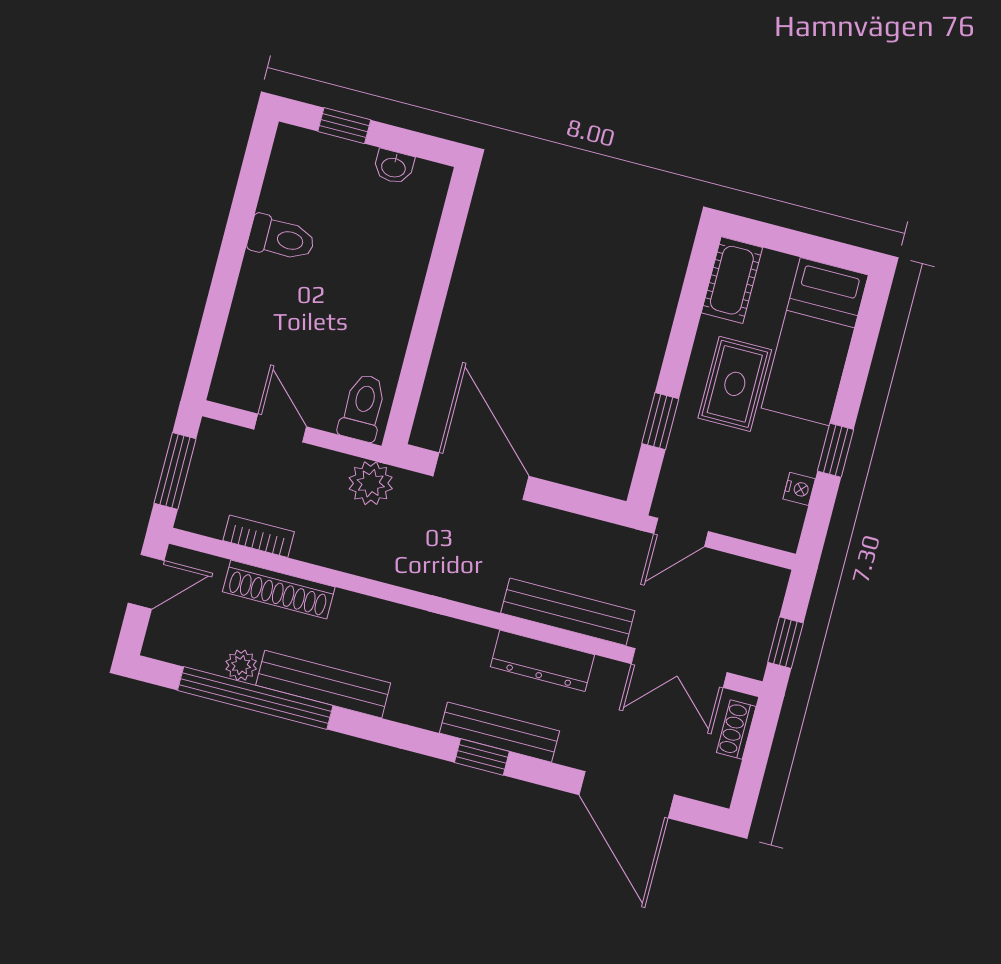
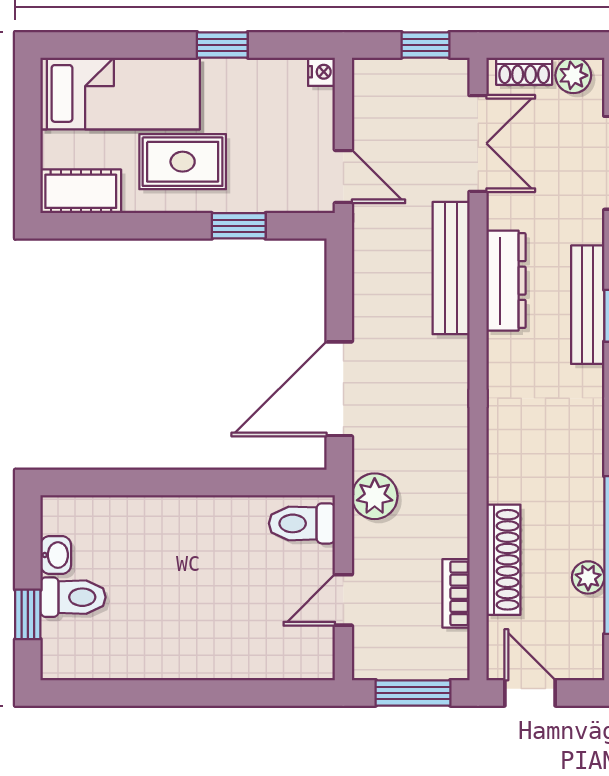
toilet: (281, 238) -> (73, 597), moved, turned 90
nightstand: (799, 489) -> (322, 72), moved, turned 90
bench: (323, 684) -> (586, 491), removed
plant: (720, 775) -> (573, 75), added

